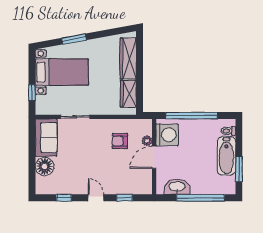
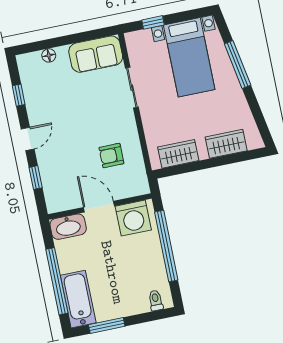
window: (74, 39) -> (238, 64), width x1.44
wardrobe: (128, 59) -> (226, 144), width x0.67
armchair: (120, 141) -> (111, 155), turned -90
plant: (147, 141) -> (119, 192), removed
bathtub: (226, 156) -> (78, 299), moved, turned 90
floor lamp: (45, 166) -> (49, 55), width x0.53, depth x0.53
washbasin: (177, 187) -> (68, 227), moved, turned 90

